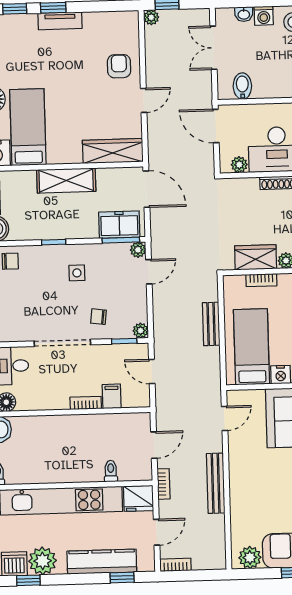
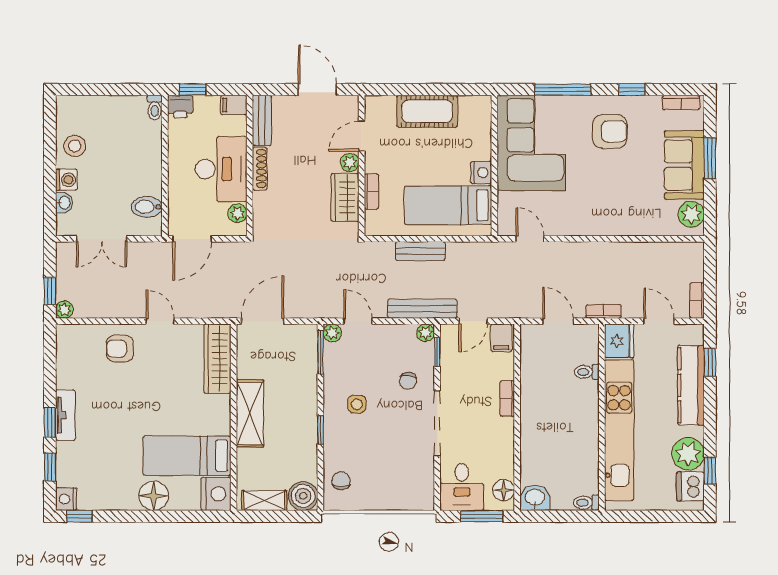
freezer: (119, 225) -> (303, 354), removed
filing cabinet: (112, 396) -> (501, 338), moved, turned -90
bench: (216, 483) -> (422, 309), moved

